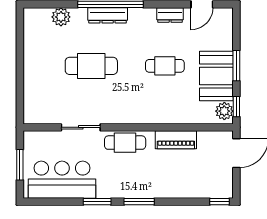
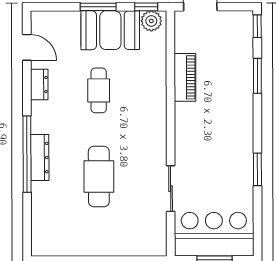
plant: (61, 17) -> (42, 212), removed
cafe table: (125, 143) -> (188, 137), removed
bar counter: (62, 180) -> (214, 234), moved, turned 90
window: (139, 202) -> (257, 76), moved

